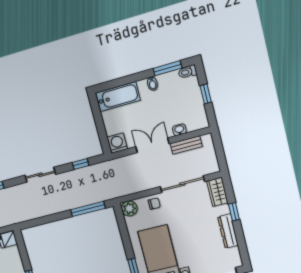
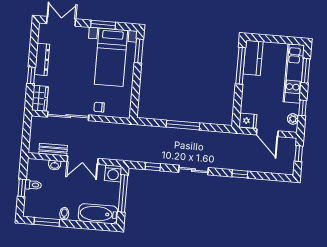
toilet: (188, 72) -> (33, 185), moved
window: (100, 127) -> (123, 193), added
plant: (129, 208) -> (123, 111), removed
window: (88, 209) -> (183, 125), moved

